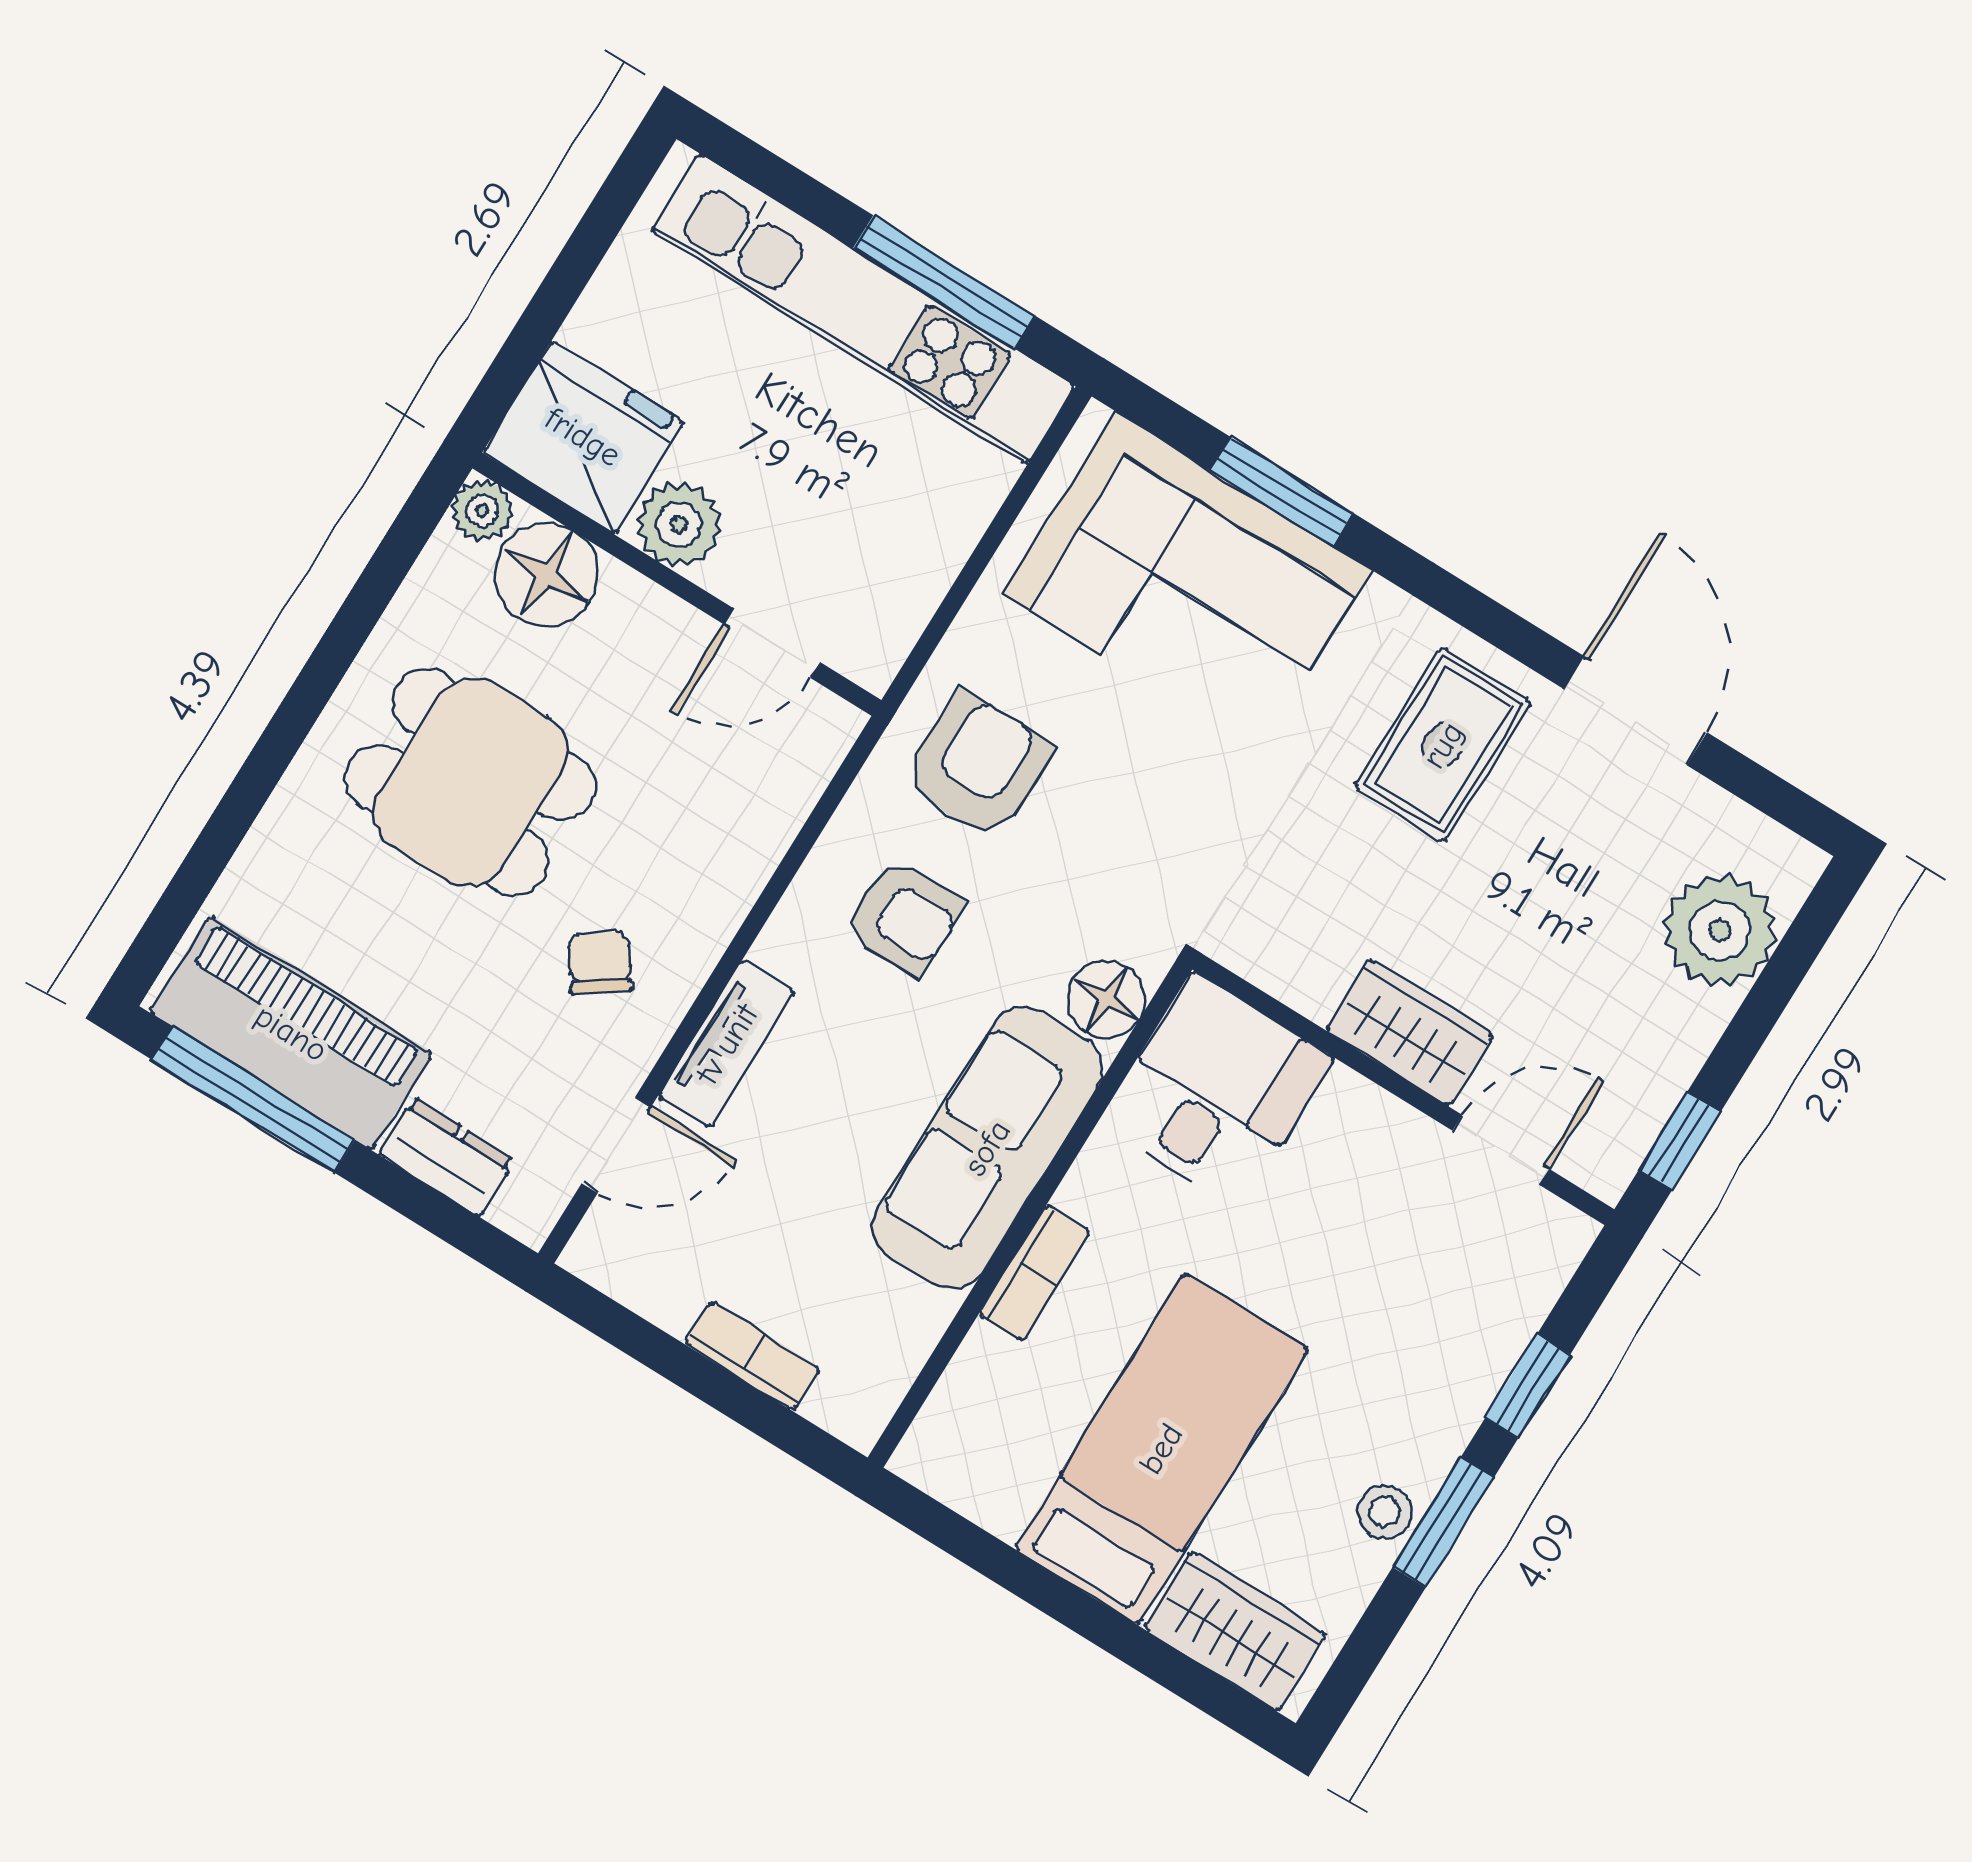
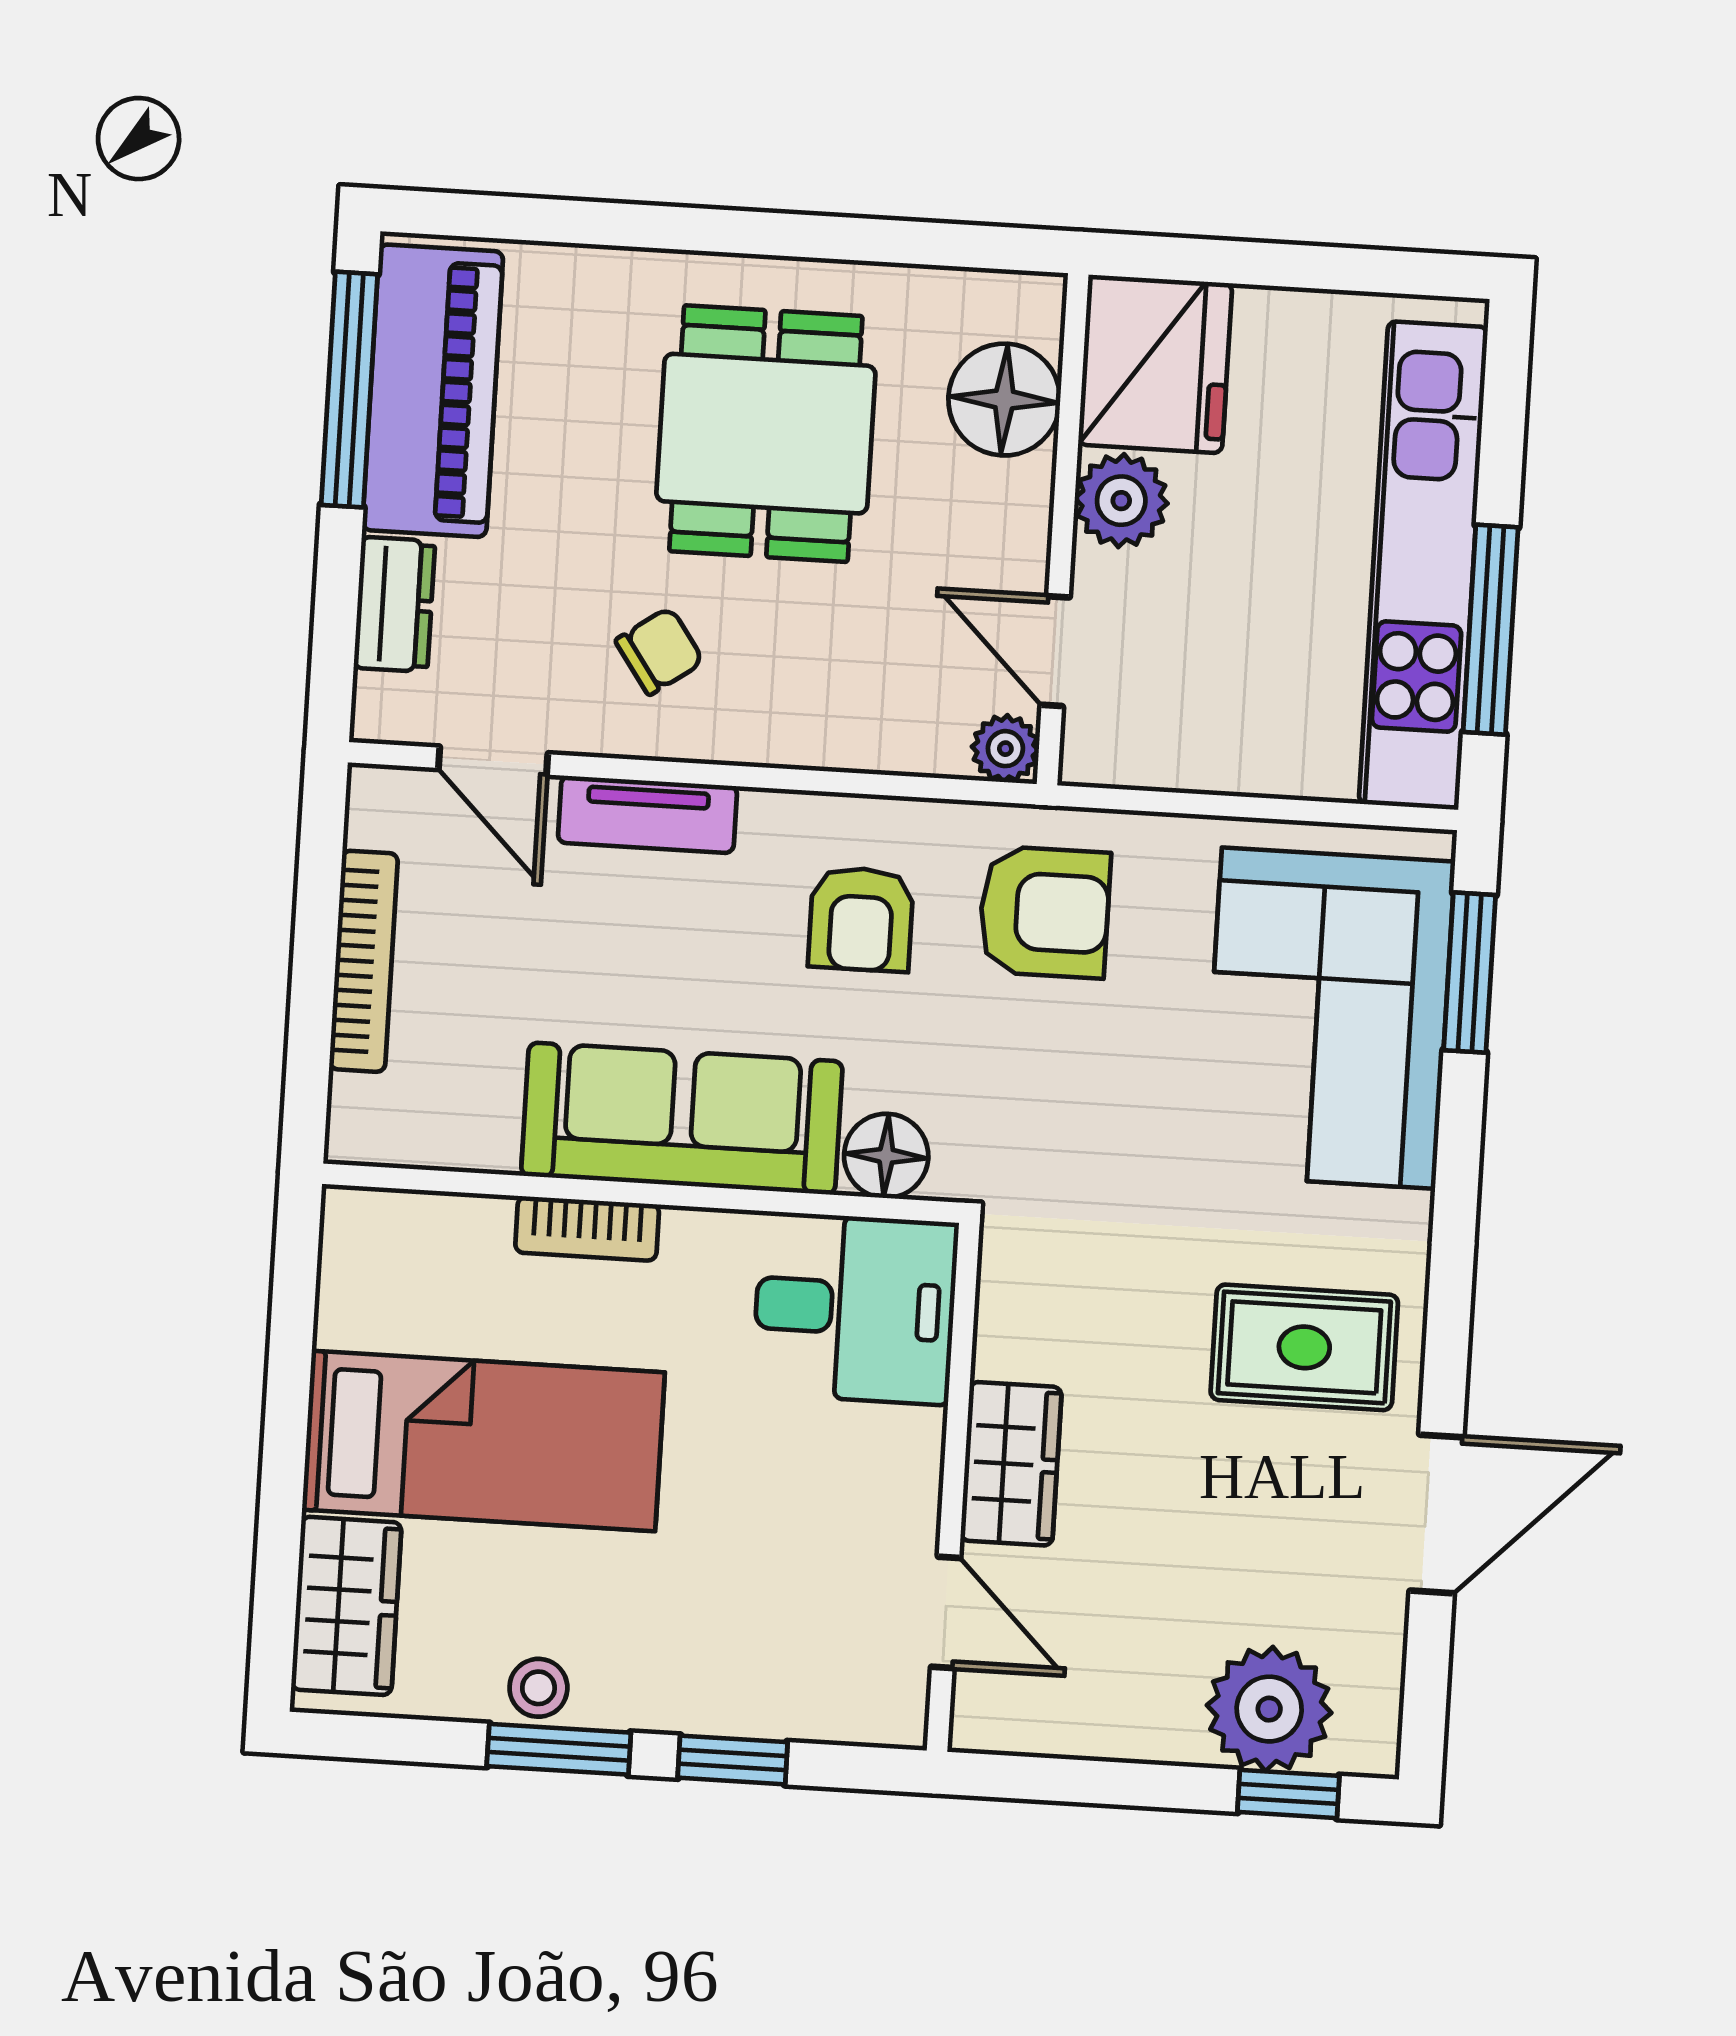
window: (1282, 491) -> (1470, 973), moved
plant: (482, 511) -> (1005, 749), moved
window: (1680, 1141) -> (1288, 1794), moved
bookcase: (752, 1356) -> (364, 961), width x1.56

